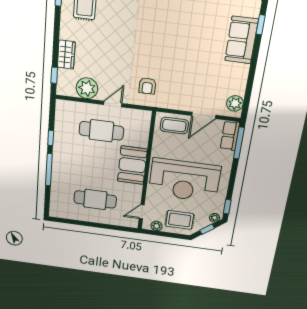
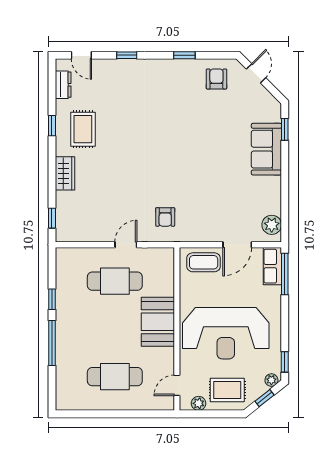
wardrobe: (66, 55) -> (65, 173), moved
plant: (87, 88) -> (93, 229), removed

